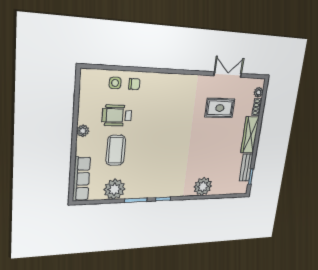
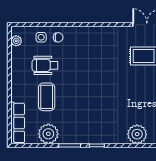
plant: (83, 131) -> (16, 41), moved

